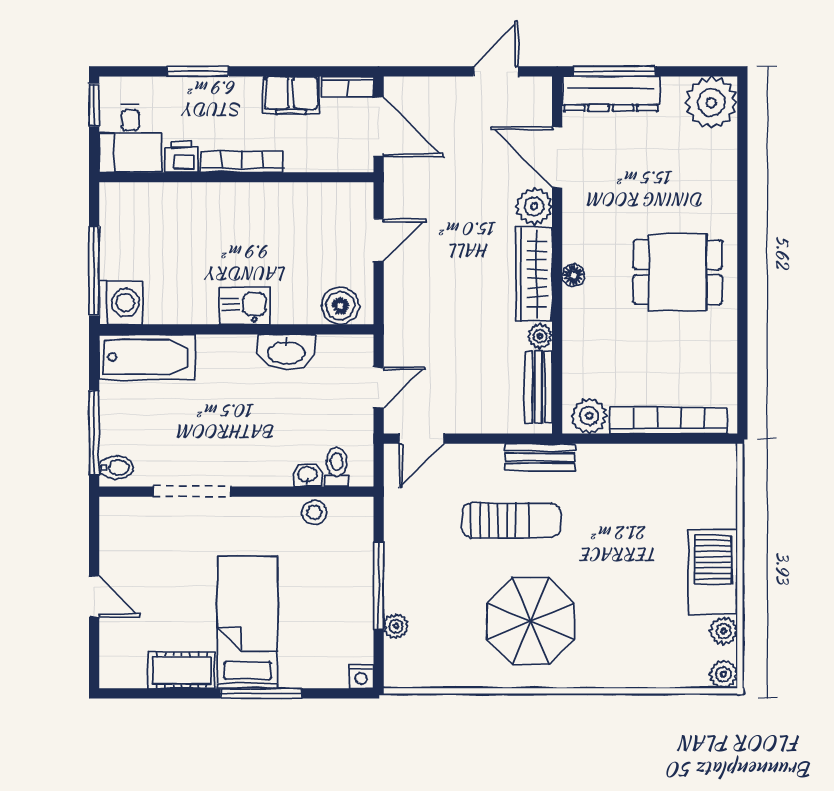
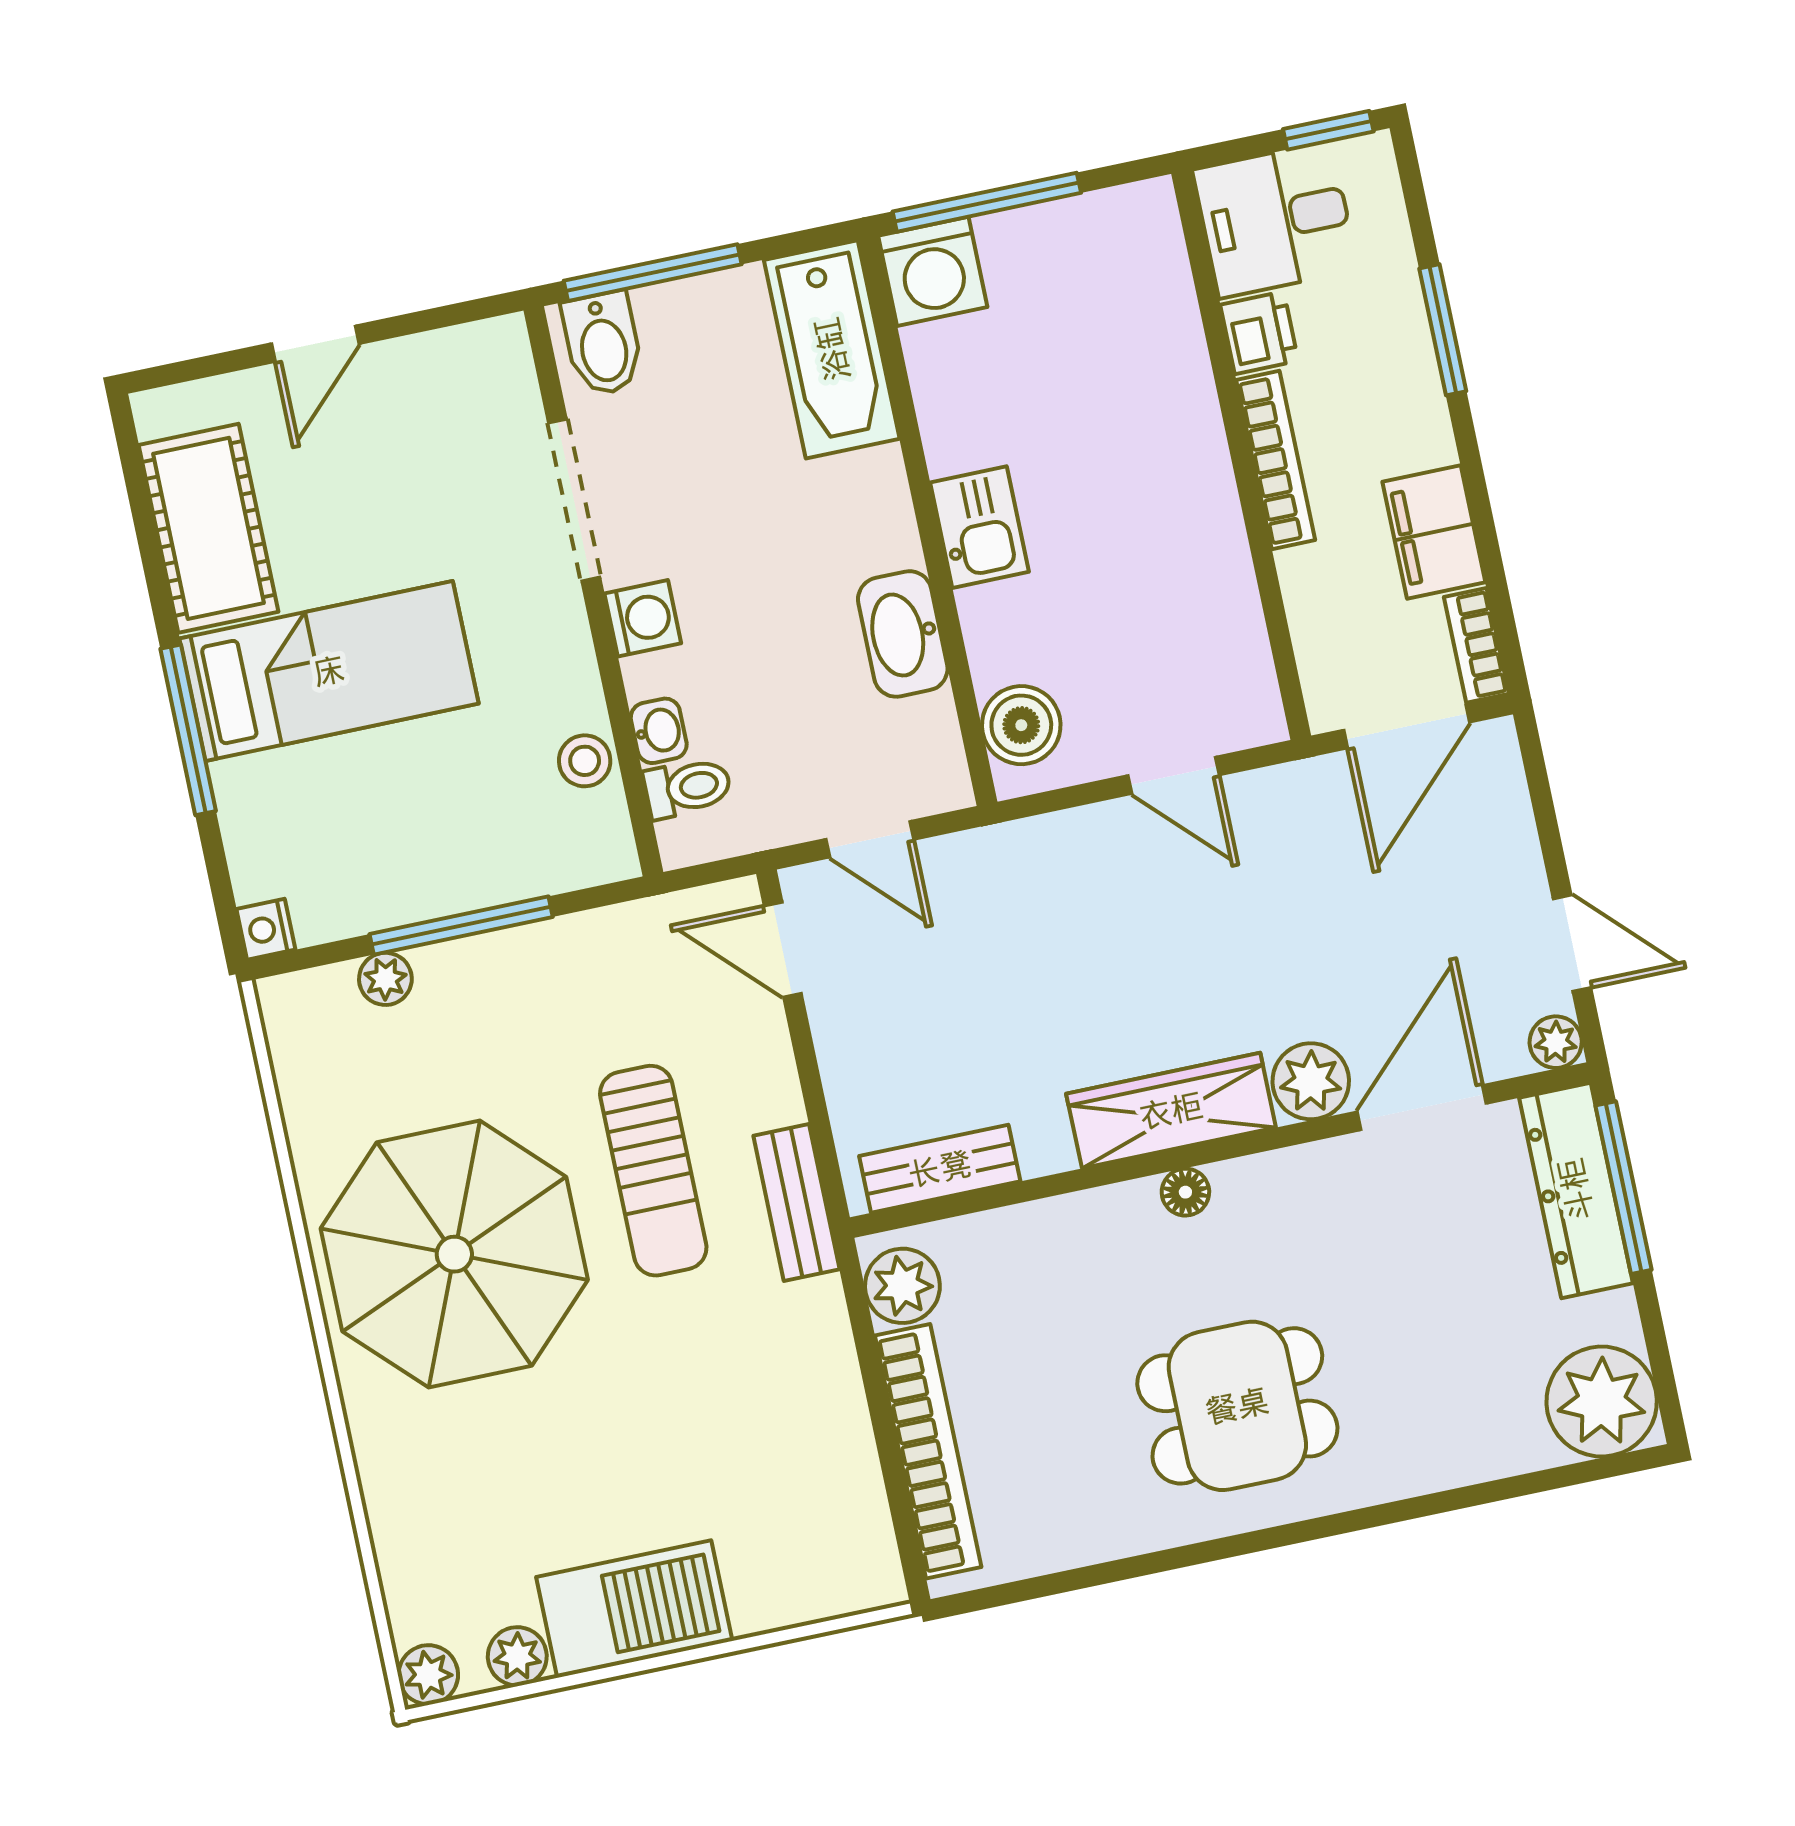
dining table: (678, 272) -> (1237, 1406), turned 90
plant: (540, 336) -> (1556, 1042), moved
bidet: (116, 467) -> (603, 344), width x1.38, depth x1.36
washing machine: (254, 471) -> (643, 618), added
parasol: (531, 621) -> (454, 1254), width x1.36, depth x1.36
cot: (182, 670) -> (209, 528), width x1.37, depth x1.34

